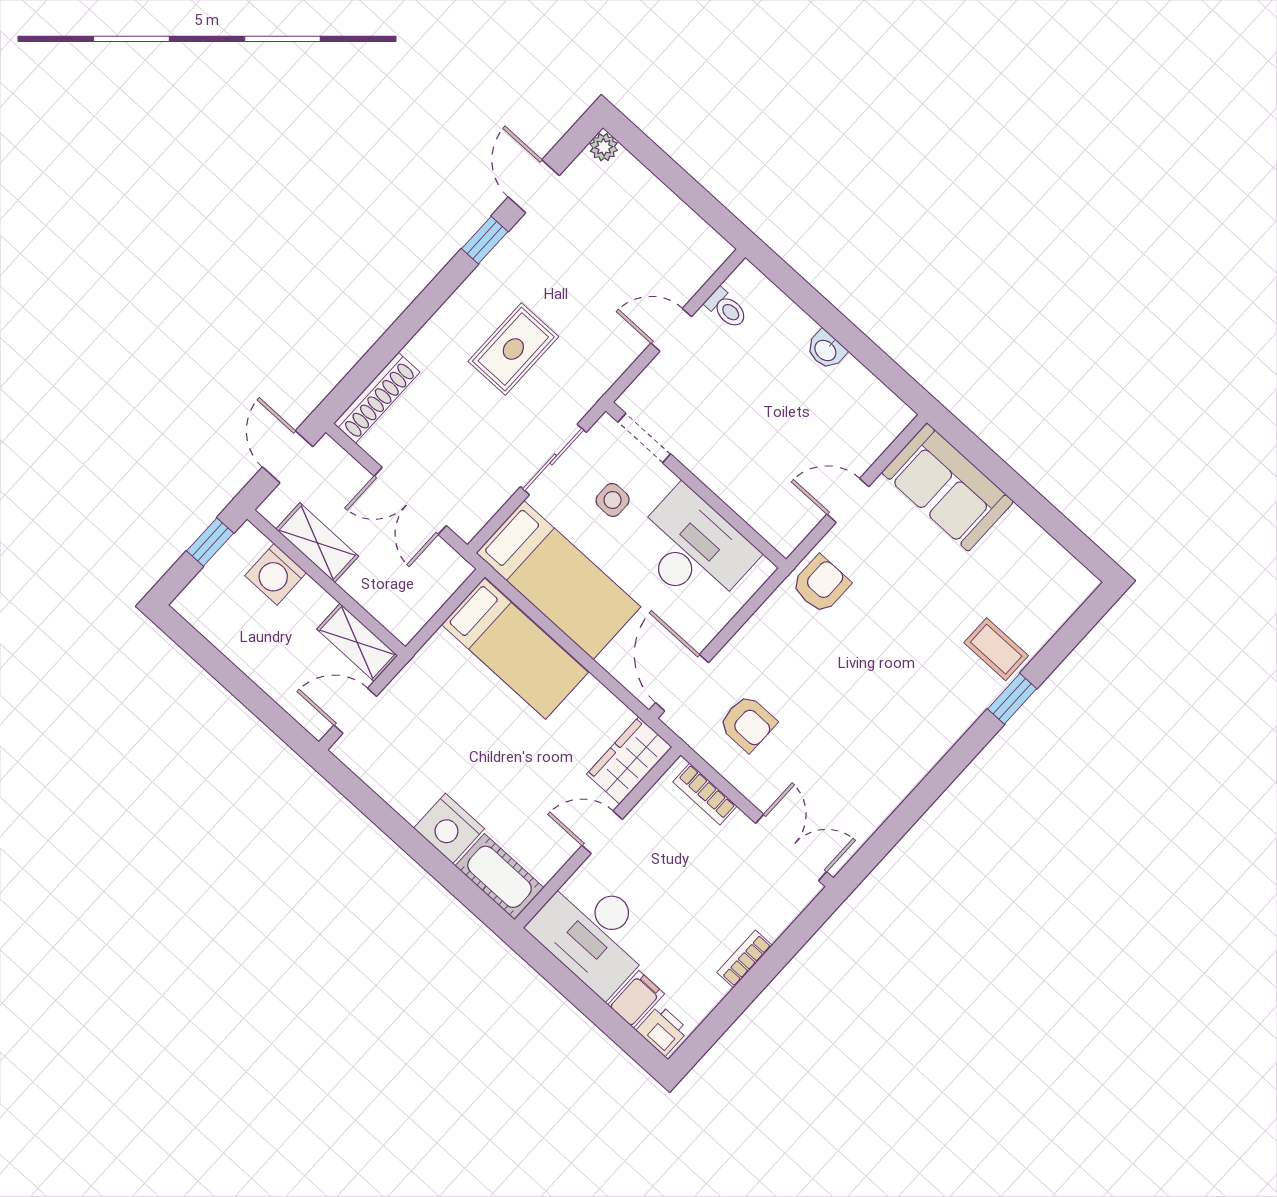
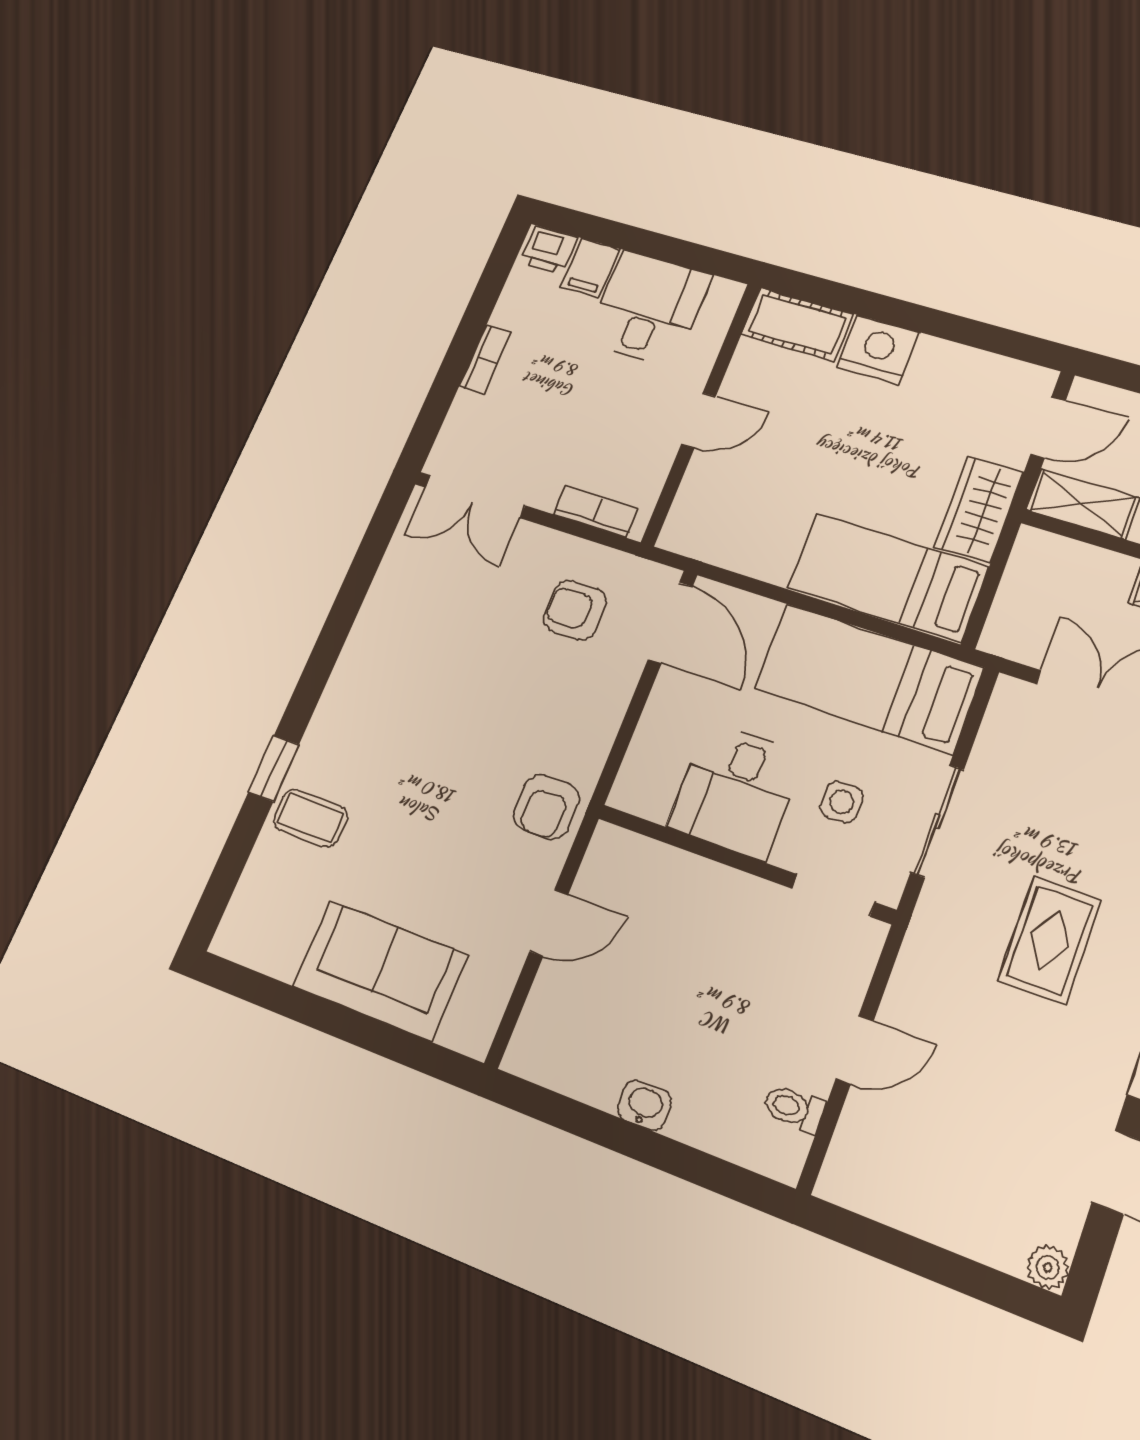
sofa: (948, 487) -> (380, 970), moved
desk: (693, 549) -> (736, 791), width x0.73
wardrobe: (629, 761) -> (979, 509), moved, turned 180
desk: (594, 933) -> (648, 308), width x0.73

